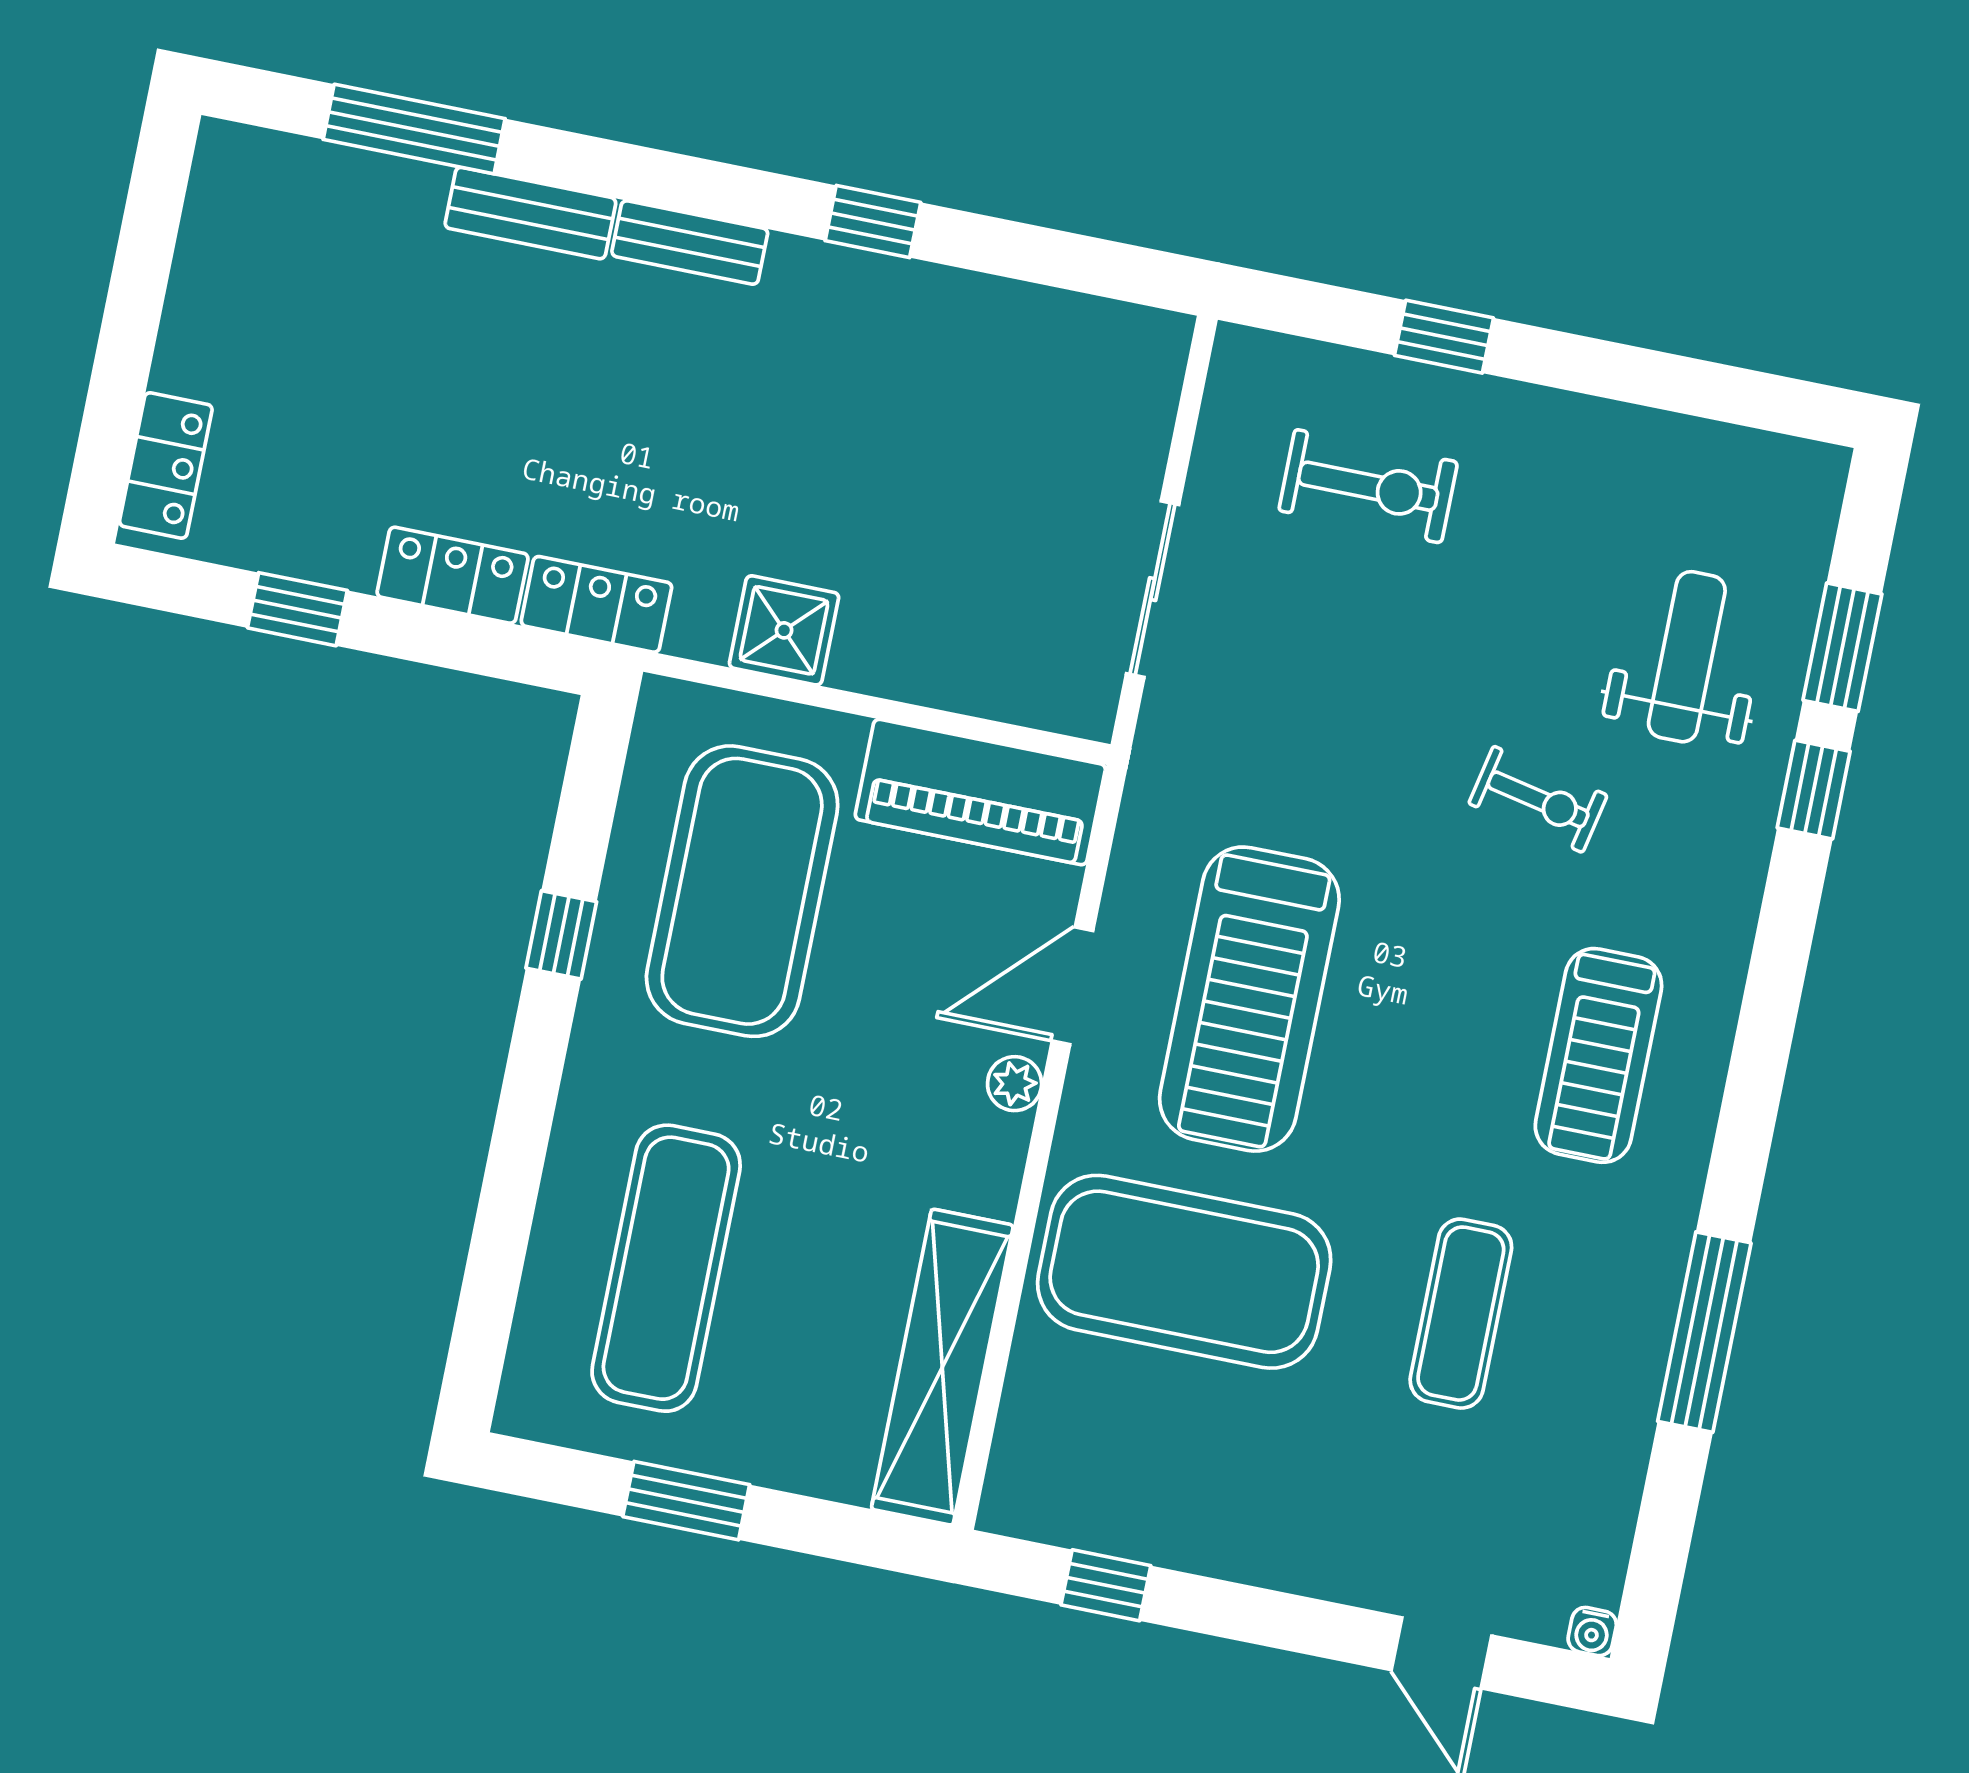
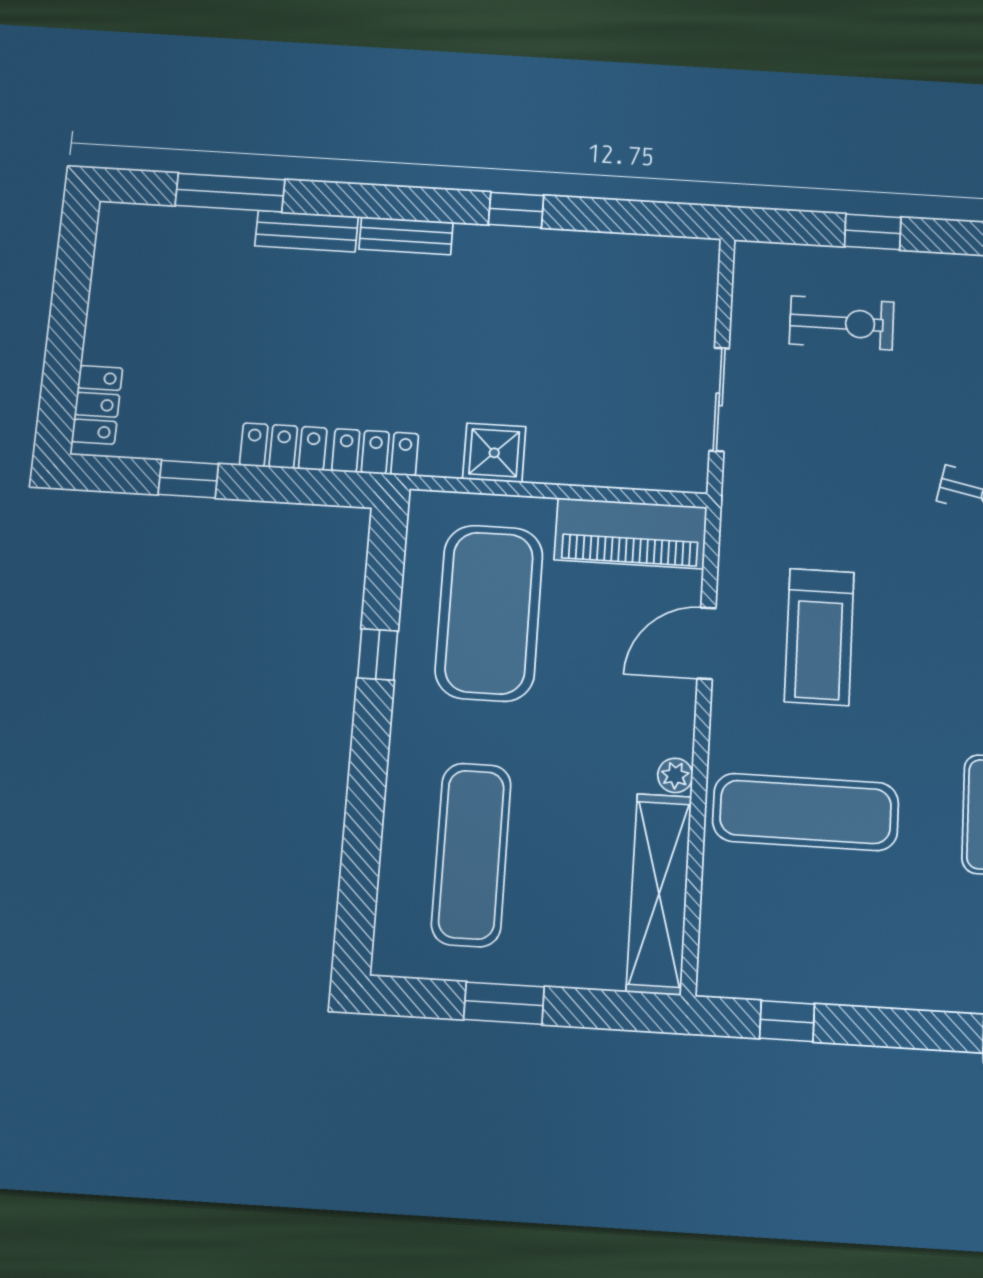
treadmill: (1249, 999) -> (819, 637), width x0.73, depth x0.73
plant: (1015, 1084) -> (675, 775), moved
exercise mat: (1184, 1272) -> (806, 812), width x0.68

